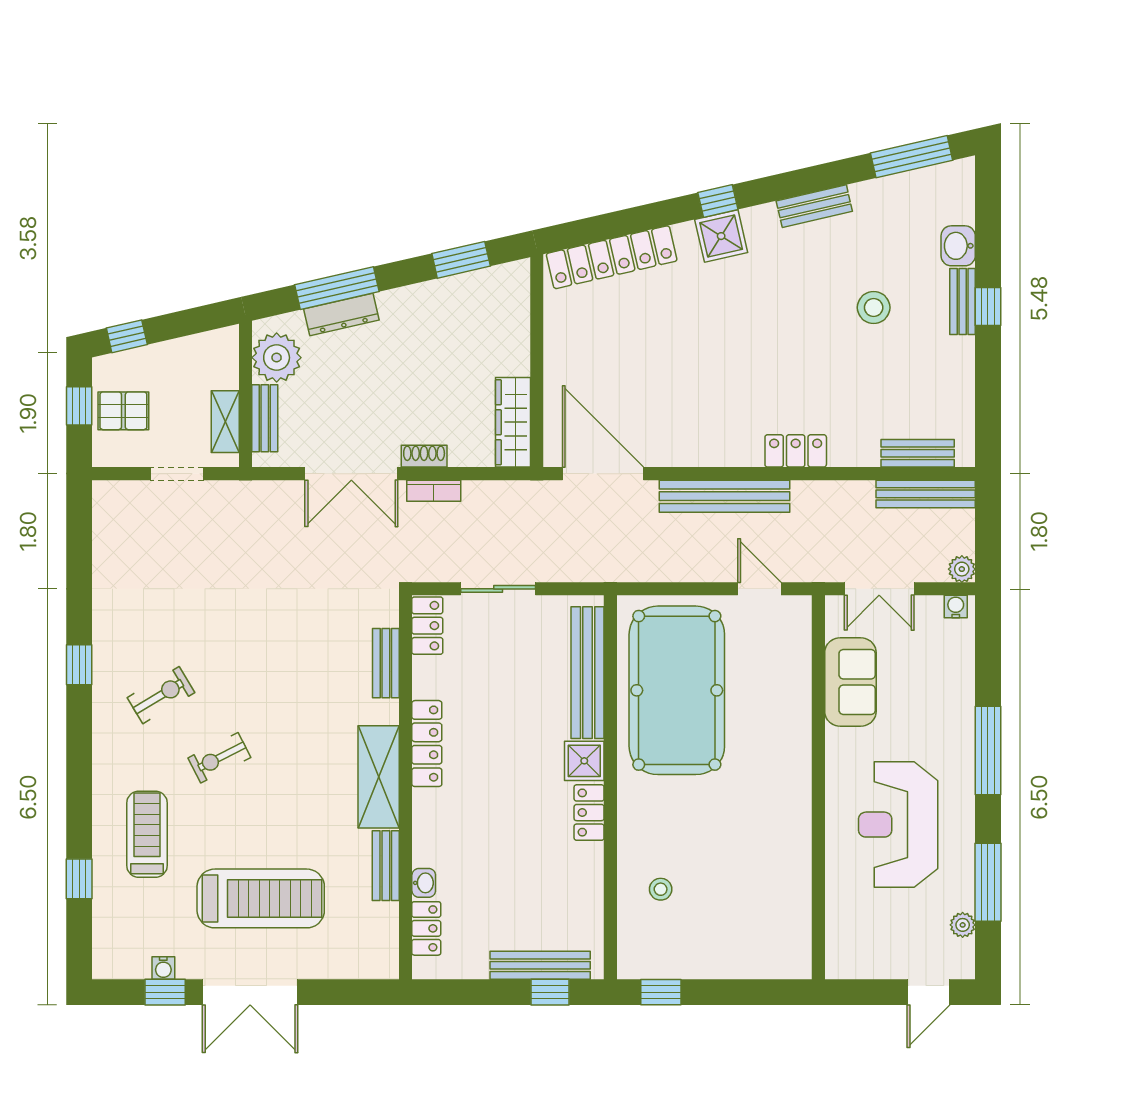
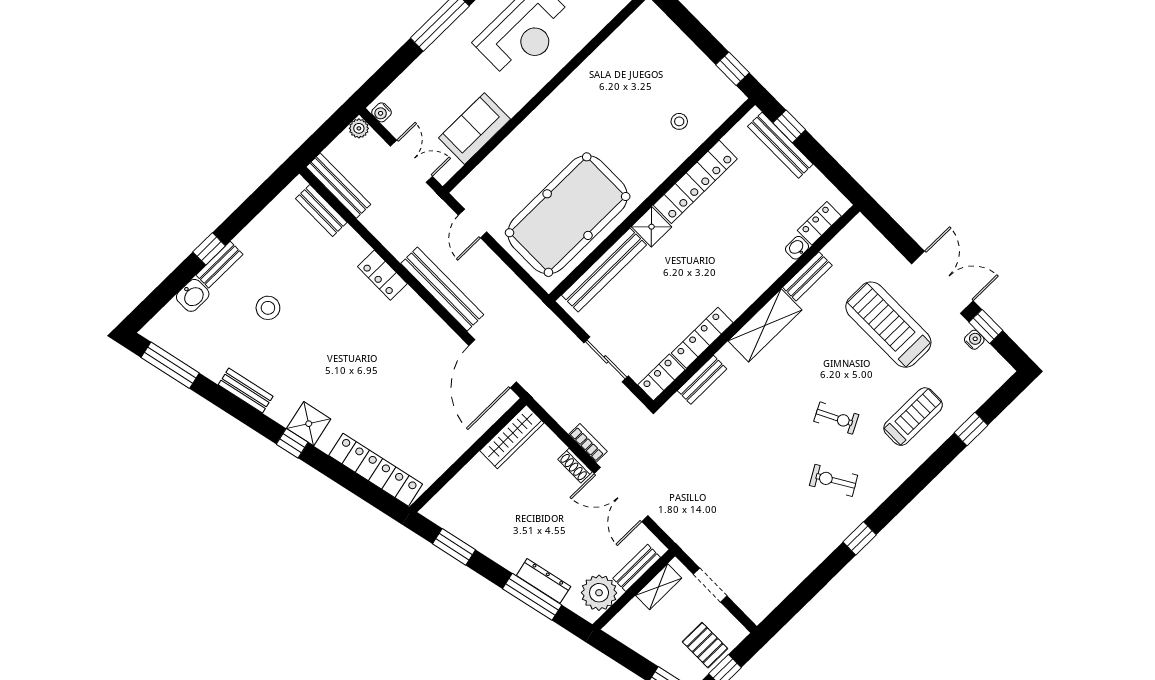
double door: (351, 474) -> (621, 494), swing flipped
locker: (427, 744) -> (702, 338), moved
locker: (589, 813) -> (695, 182), width x2.16, depth x1.21
treadmill: (147, 834) -> (913, 417), turned 180

